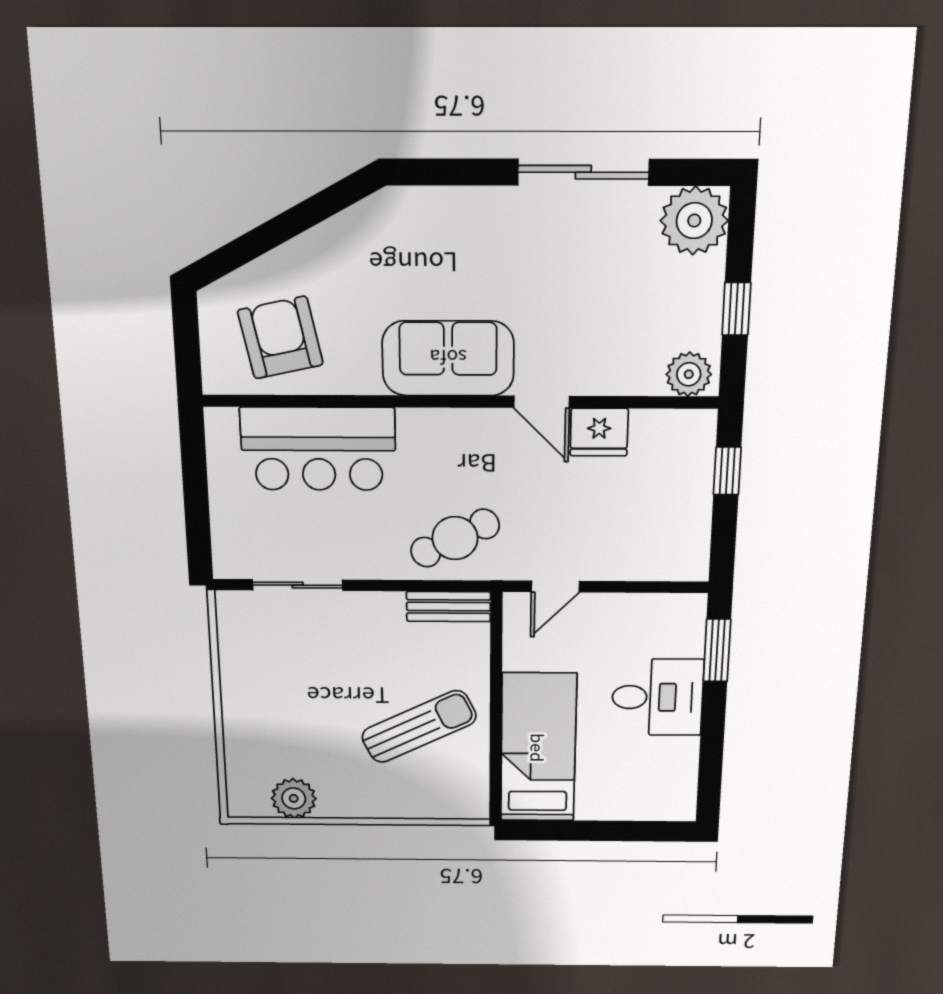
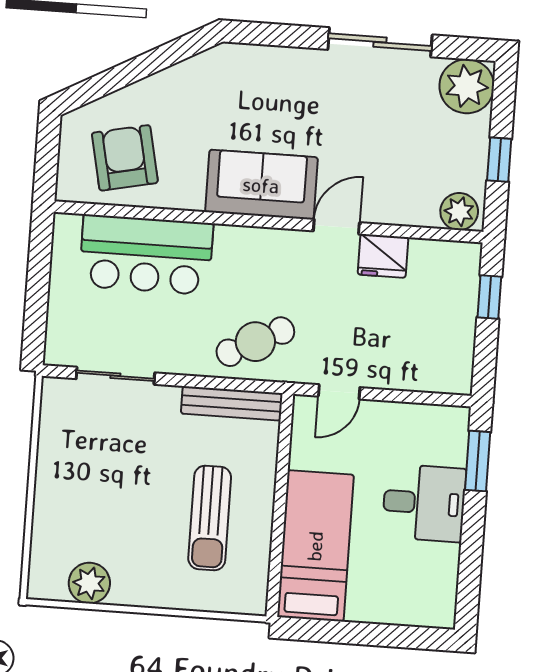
door: (542, 402) -> (336, 227), swing flipped
bench: (449, 607) -> (232, 403), width x1.36
sun lounger: (419, 727) -> (210, 518), turned 116

